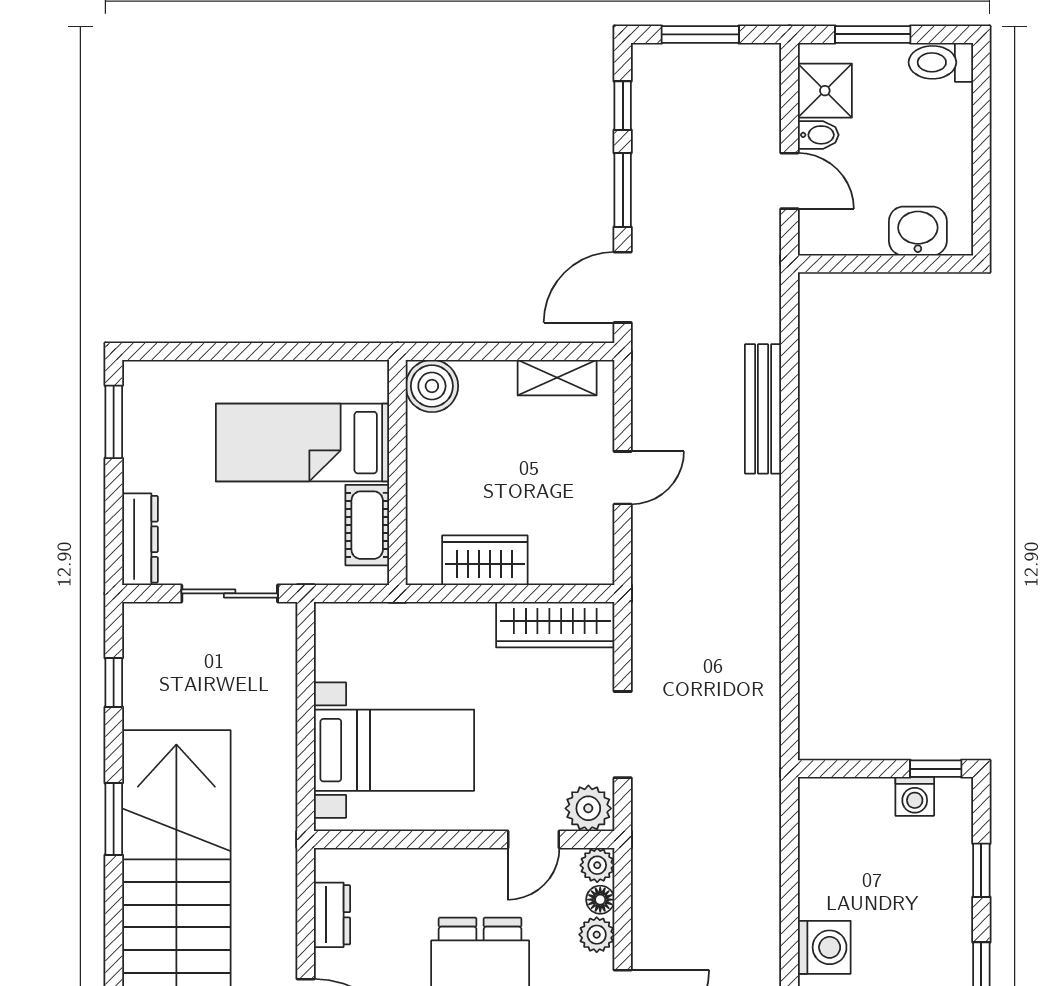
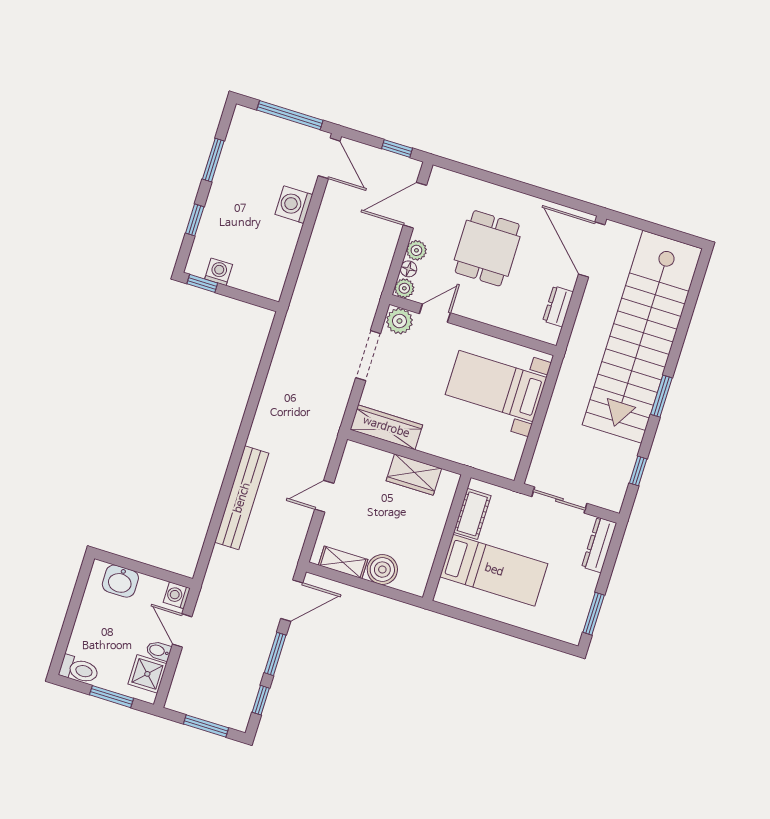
washing machine: (817, 237) -> (177, 595), added
boiler: (432, 386) -> (382, 570), moved
bench: (763, 409) -> (242, 498), width x1.37, depth x1.21

